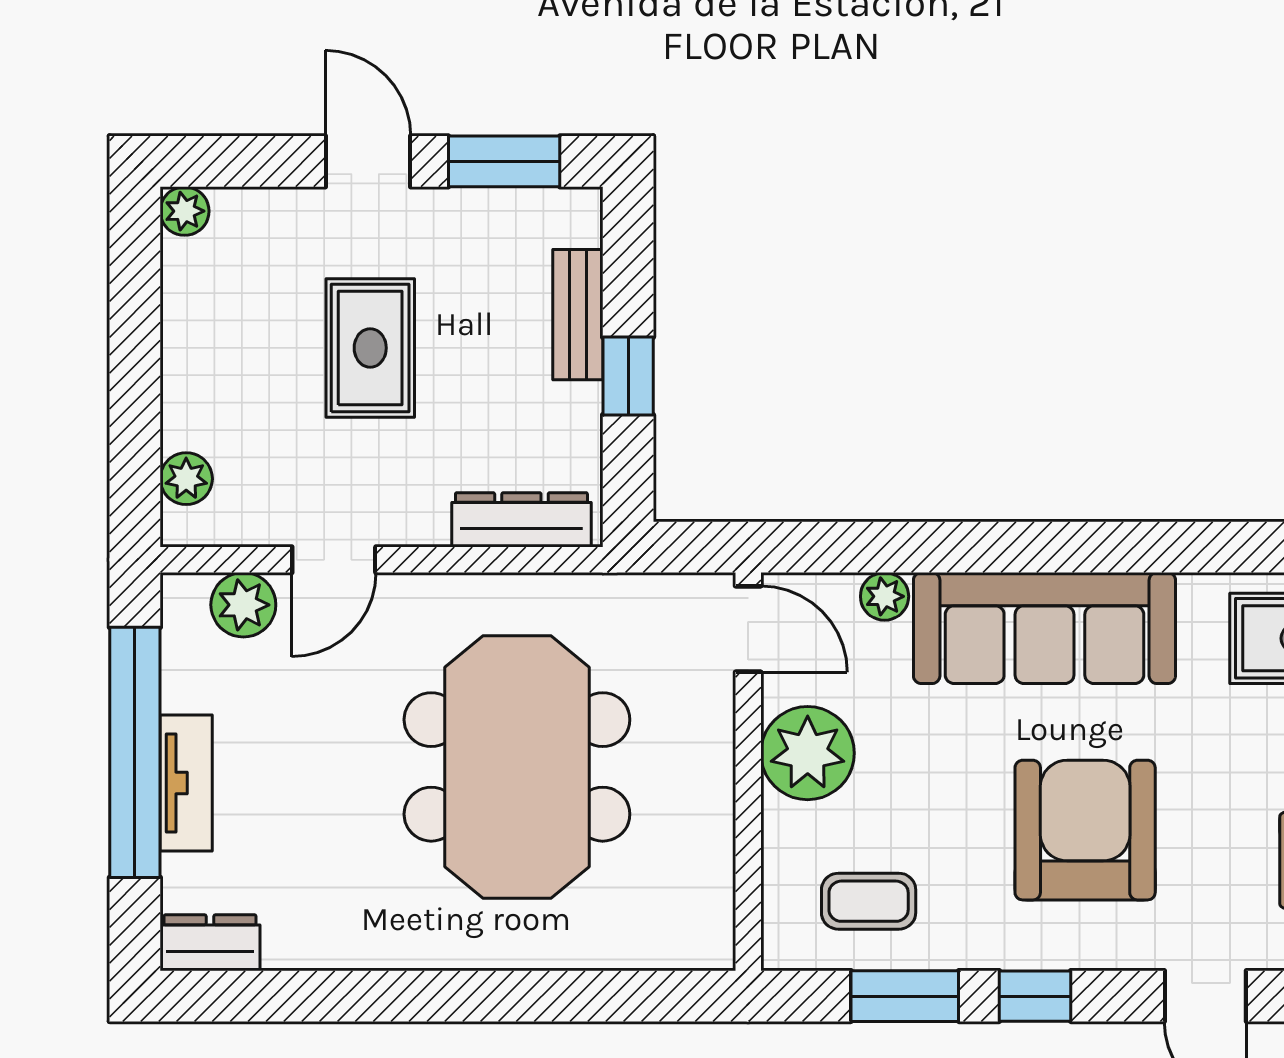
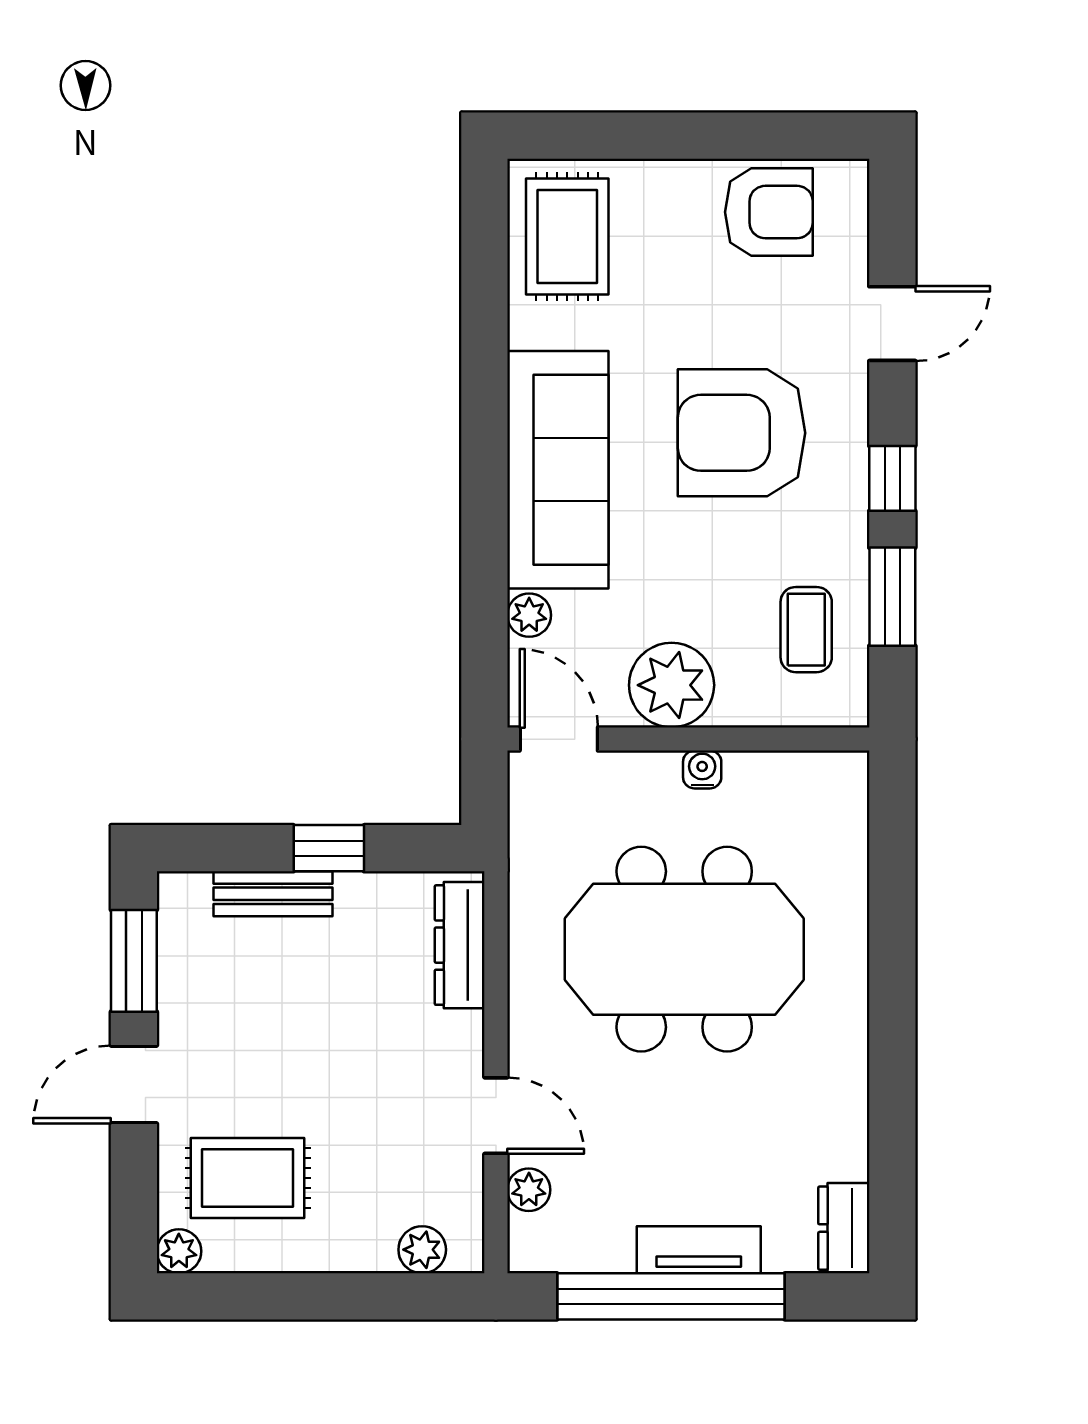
rug: (370, 348) -> (248, 1178), moved
plant: (243, 605) -> (529, 1190), width x0.73, depth x0.73
door: (748, 629) -> (559, 739), hinge flipped
water cooler: (715, 787) -> (702, 770), added

